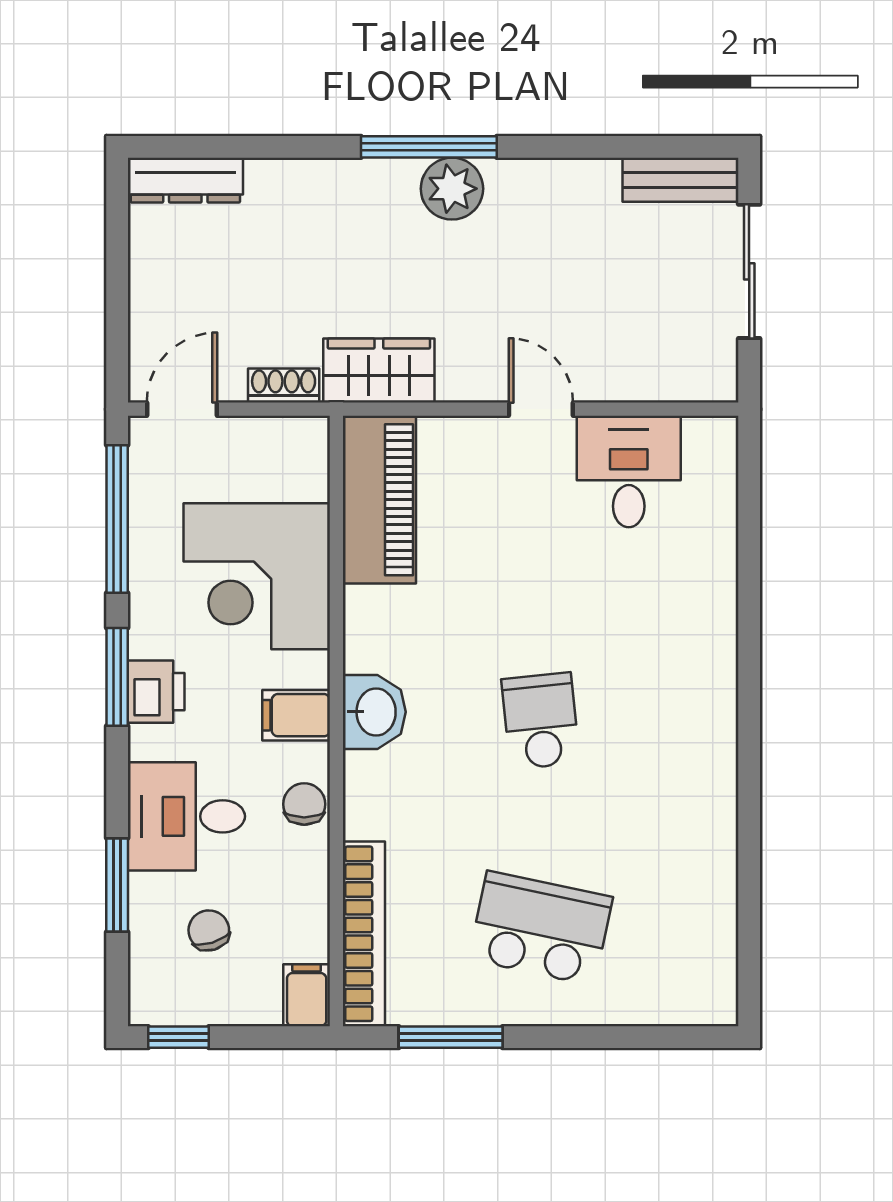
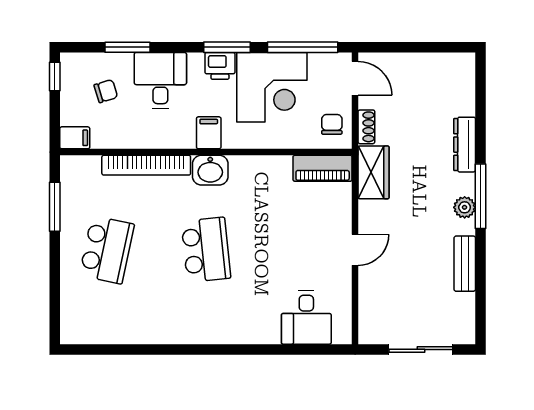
dresser: (185, 180) -> (465, 145), moved
bench: (680, 180) -> (465, 264), moved
plant: (452, 189) -> (465, 207), width x0.73, depth x0.73
desk: (629, 472) -> (306, 318), moved, turned 90
piano: (379, 500) -> (323, 168), width x0.73, depth x0.75
corner desk: (257, 576) -> (272, 87), moved, turned 180
school desk: (541, 721) -> (206, 250), width x1.85
chair: (304, 804) -> (332, 124), moved, turned -90
bookcase: (364, 934) -> (146, 165), moved

